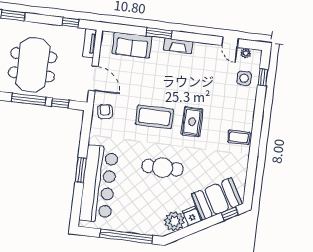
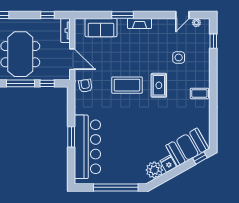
door: (230, 42) -> (182, 15), hinge flipped
side table: (244, 78) -> (179, 57), moved
cafe table: (162, 168) -> (139, 127), removed

